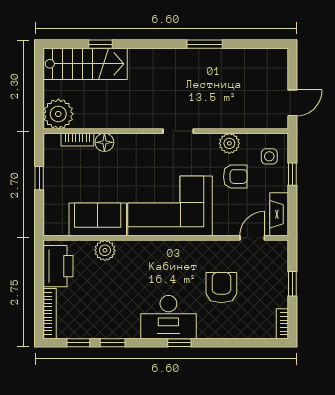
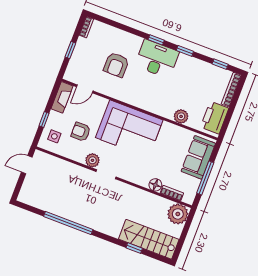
window: (205, 44) -> (68, 223), width x2.11
plant: (229, 143) -> (92, 160), moved
window: (39, 178) -> (205, 178), width x2.17
sofa: (98, 219) -> (198, 157), moved, turned 90
window: (113, 343) -> (185, 51), moved

